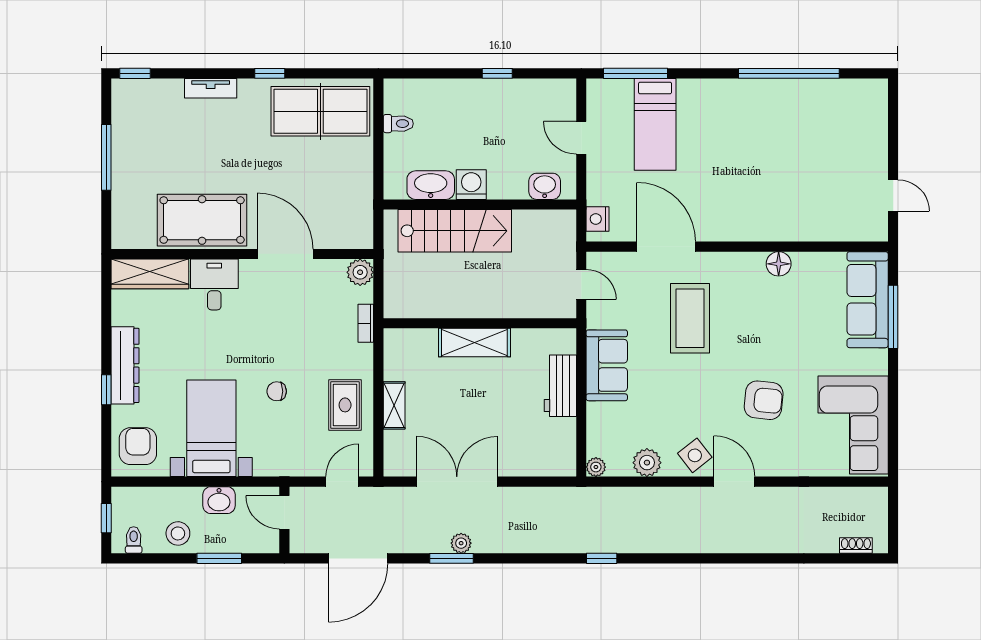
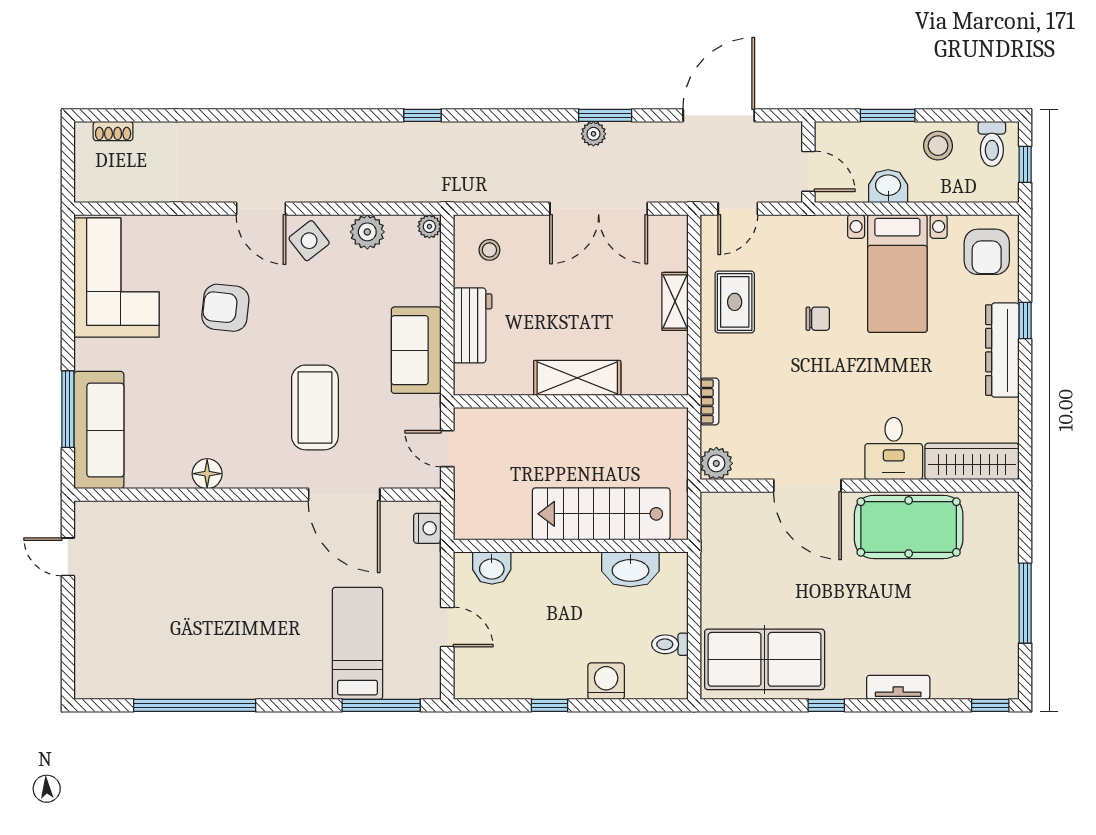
washing machine: (471, 185) -> (606, 681), moved, turned 180
stool: (547, 448) -> (489, 250), added
toilet: (134, 540) -> (992, 144), width x1.37, depth x1.39

